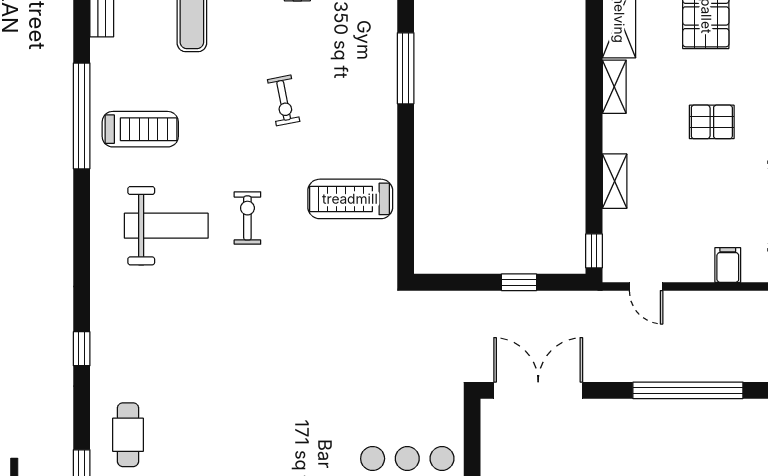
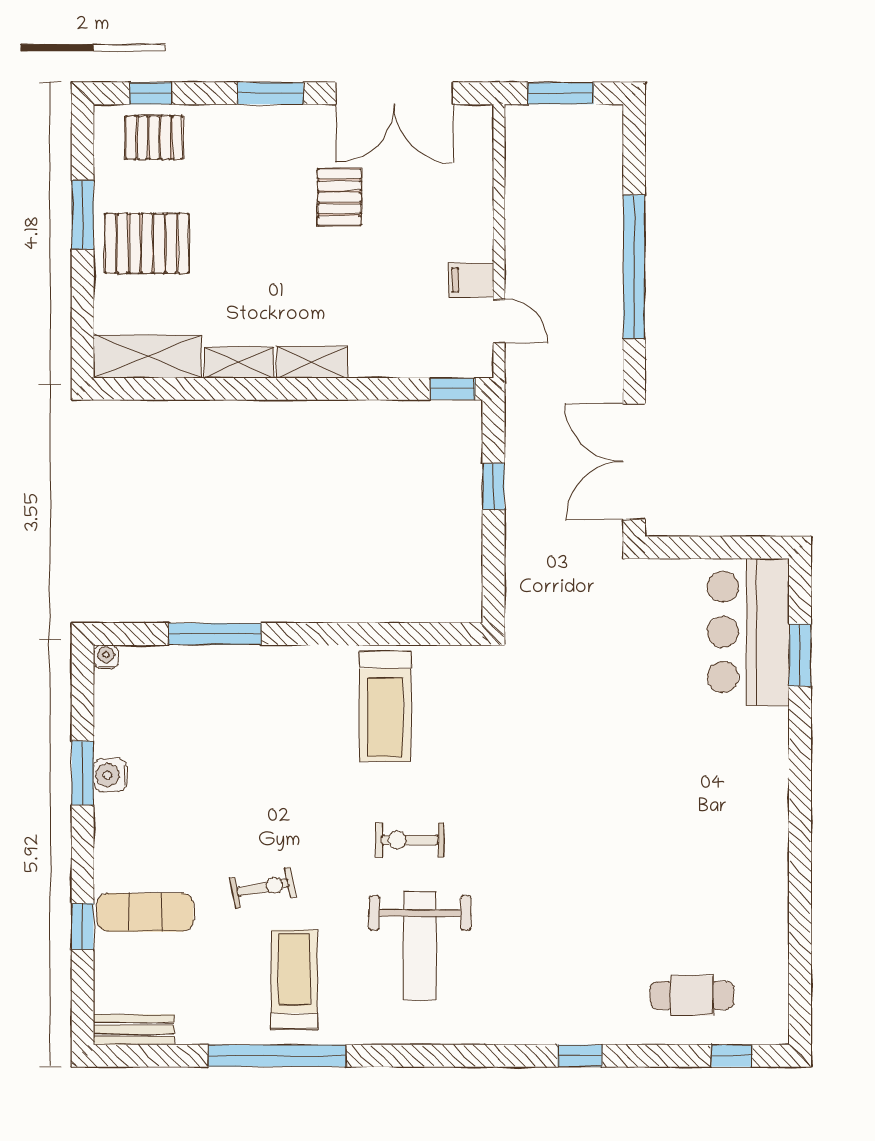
exercise bike: (284, 100) -> (263, 888), moved
pallet: (712, 122) -> (339, 197), moved
shelving: (615, 181) -> (312, 362), moved
weight bench: (166, 226) -> (420, 946), turned 180
filing cabinet: (728, 265) -> (471, 280), moved
door: (646, 286) -> (499, 321), hinge flipped

